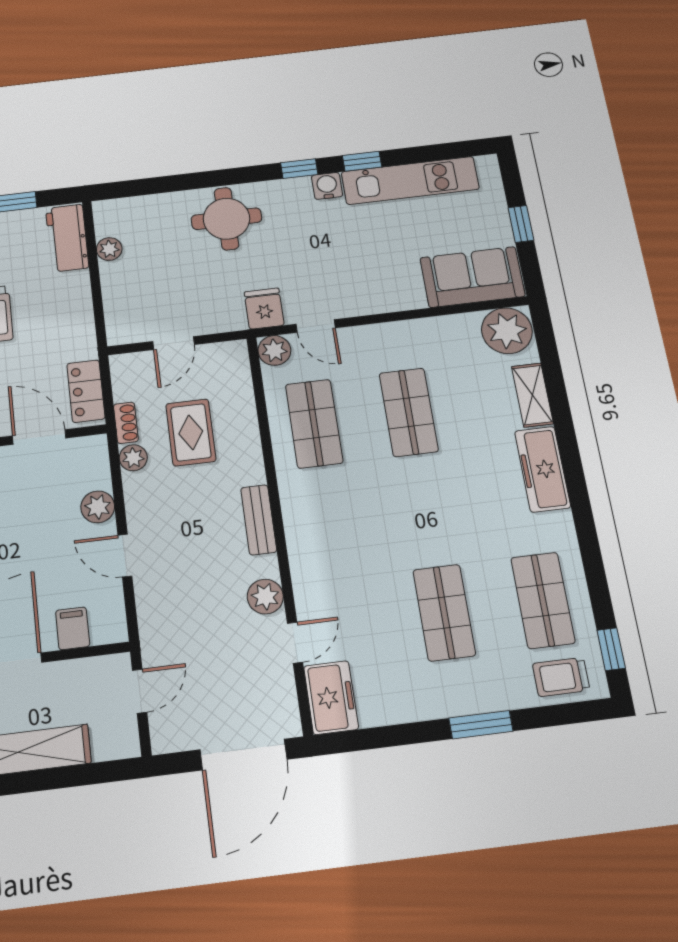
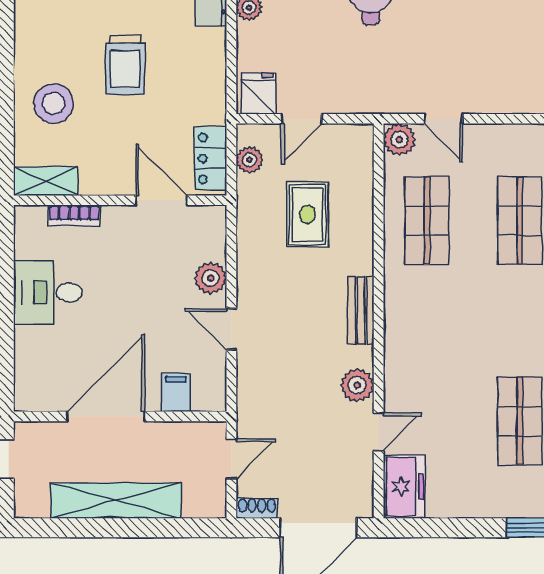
fridge: (264, 309) -> (258, 93), moved
shoe rack: (126, 423) -> (257, 508), moved, turned -90
plant: (133, 458) -> (249, 160), moved

